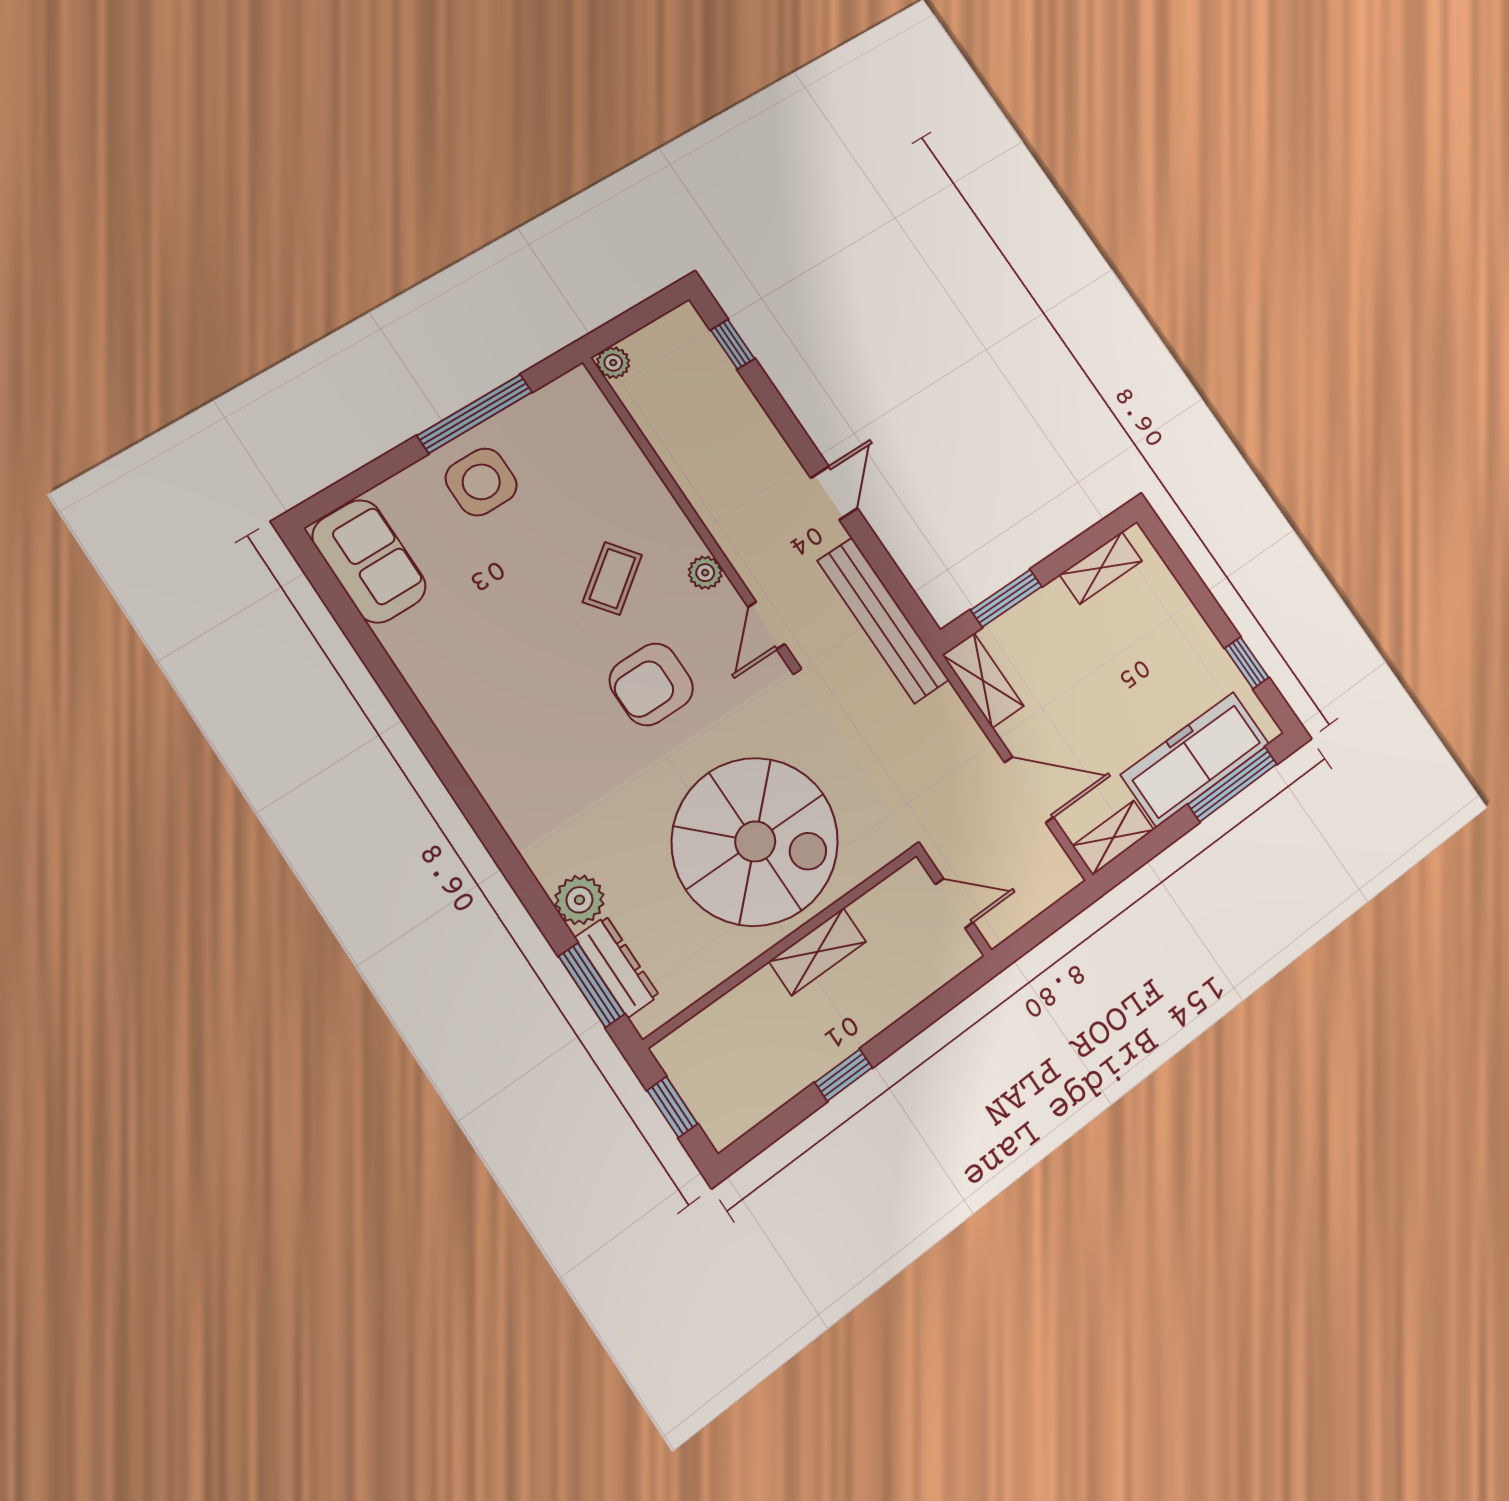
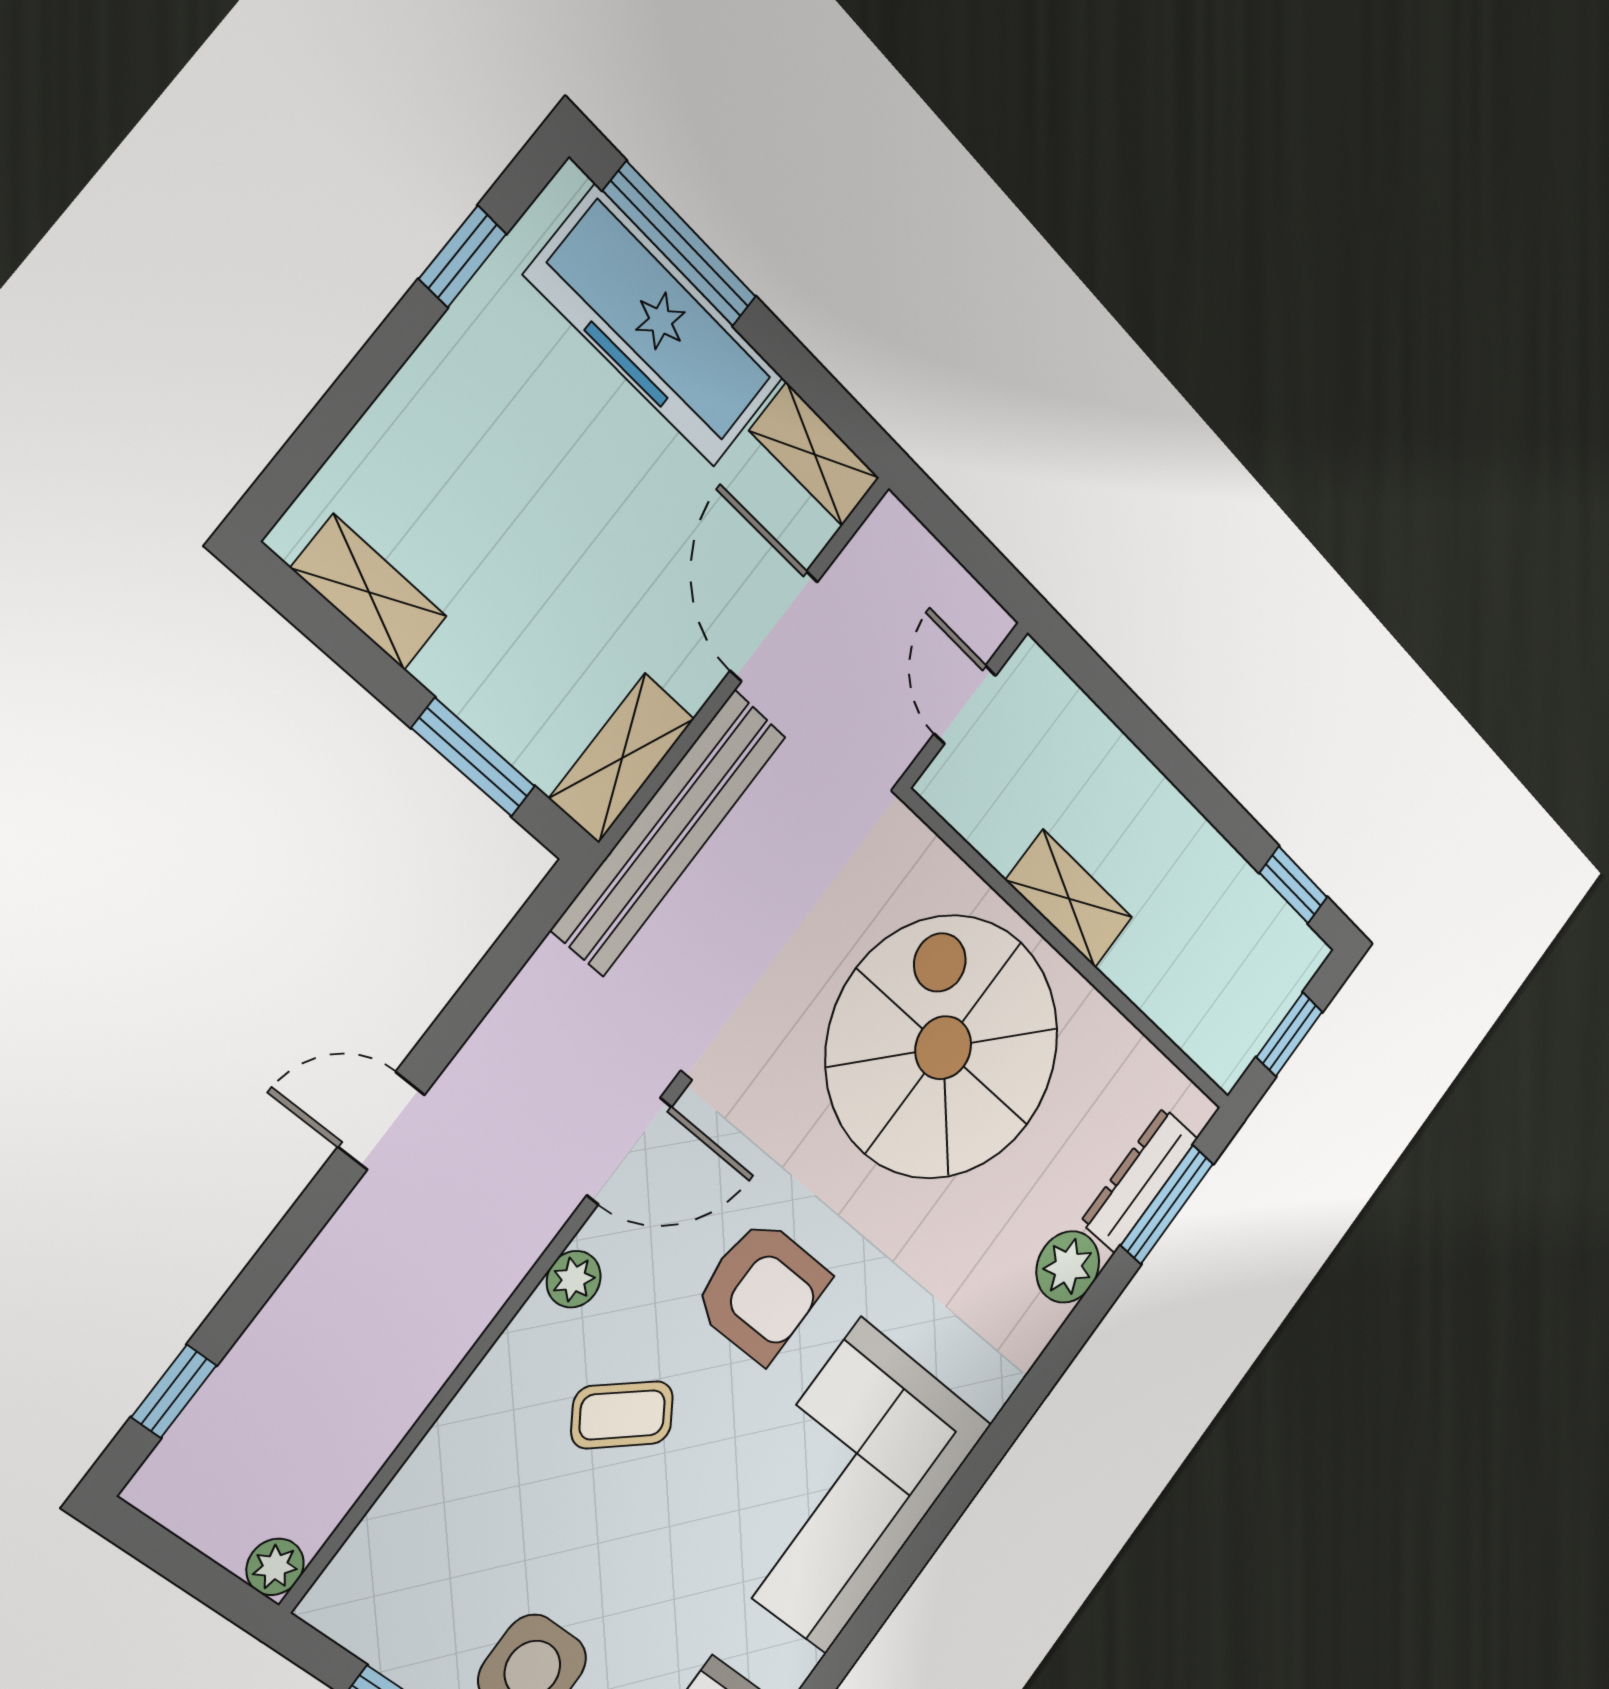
bench: (883, 620) -> (669, 833), moved
door: (766, 626) -> (629, 1151), width x1.38
corner sofa: (502, 706) -> (843, 1487), added
window: (844, 1075) -> (1293, 885), moved

